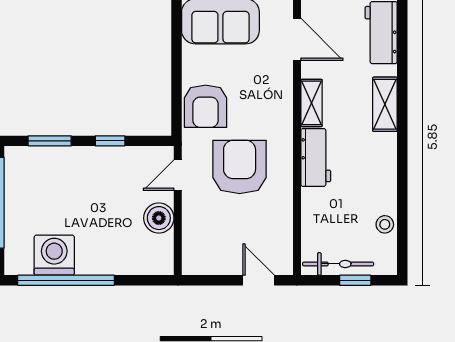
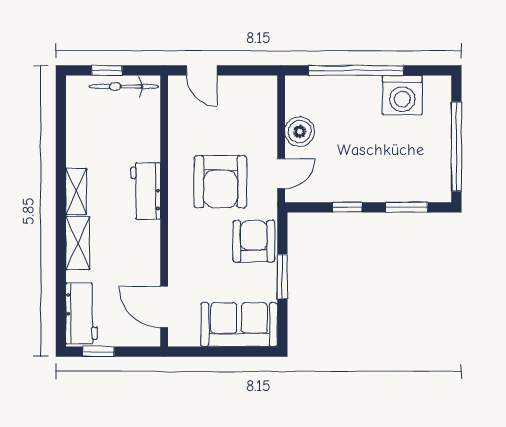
window: (176, 70) -> (282, 277), added
shelving: (311, 103) -> (76, 191), moved
stool: (385, 224) -> (78, 125), removed
window: (66, 280) -> (356, 70), moved

